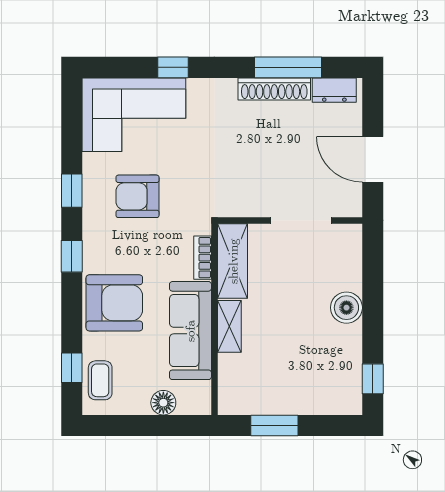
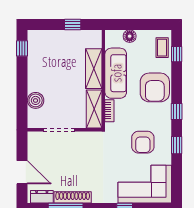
door: (373, 159) -> (22, 172), moved
armchair: (138, 196) -> (143, 142), turned 90
armchair: (114, 303) -> (155, 87), turned -90
boiler: (346, 308) -> (36, 100), moved
shelving: (229, 326) -> (94, 69), width x1.50, depth x1.33
window: (274, 425) -> (73, 24), width x0.67

